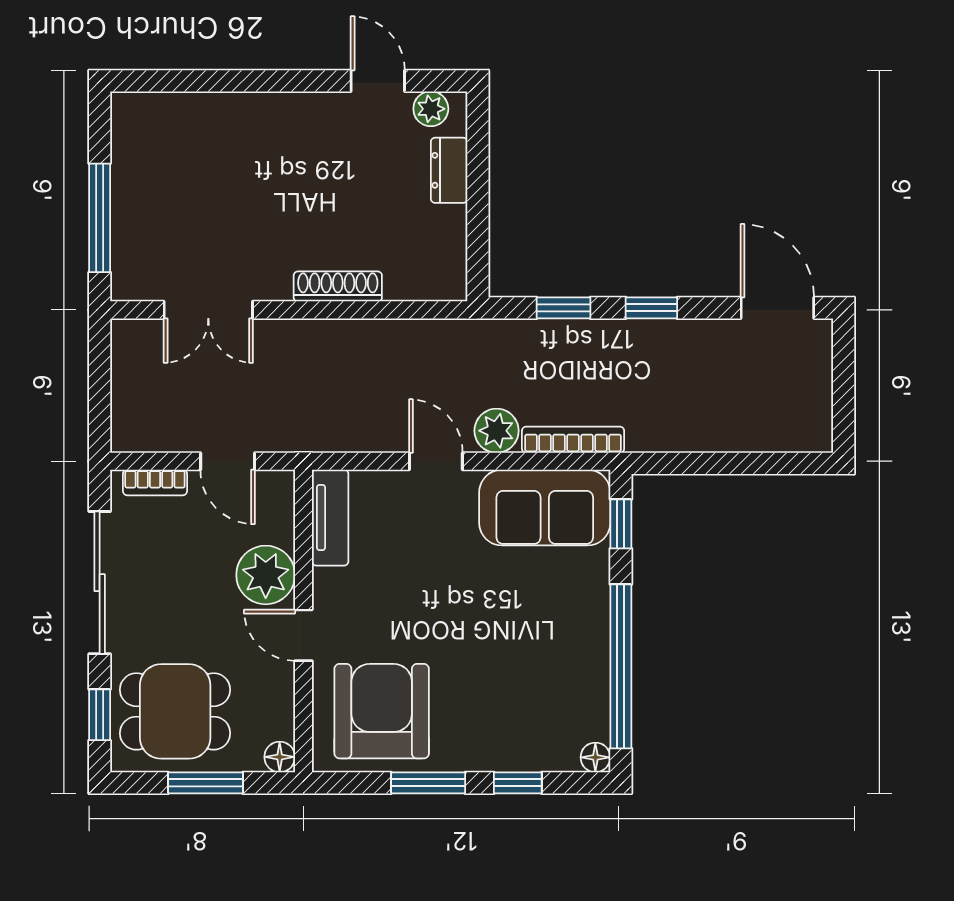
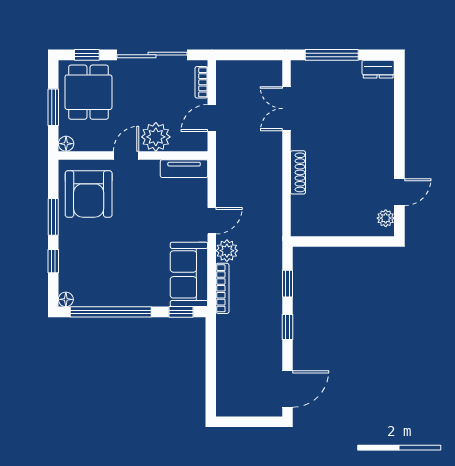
dresser: (449, 170) -> (378, 69), moved, turned 180
armchair: (382, 711) -> (89, 194), turned 90

